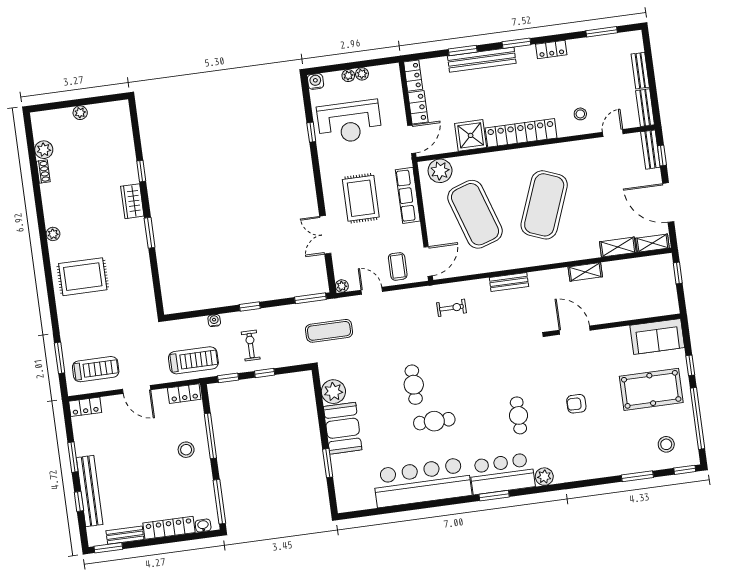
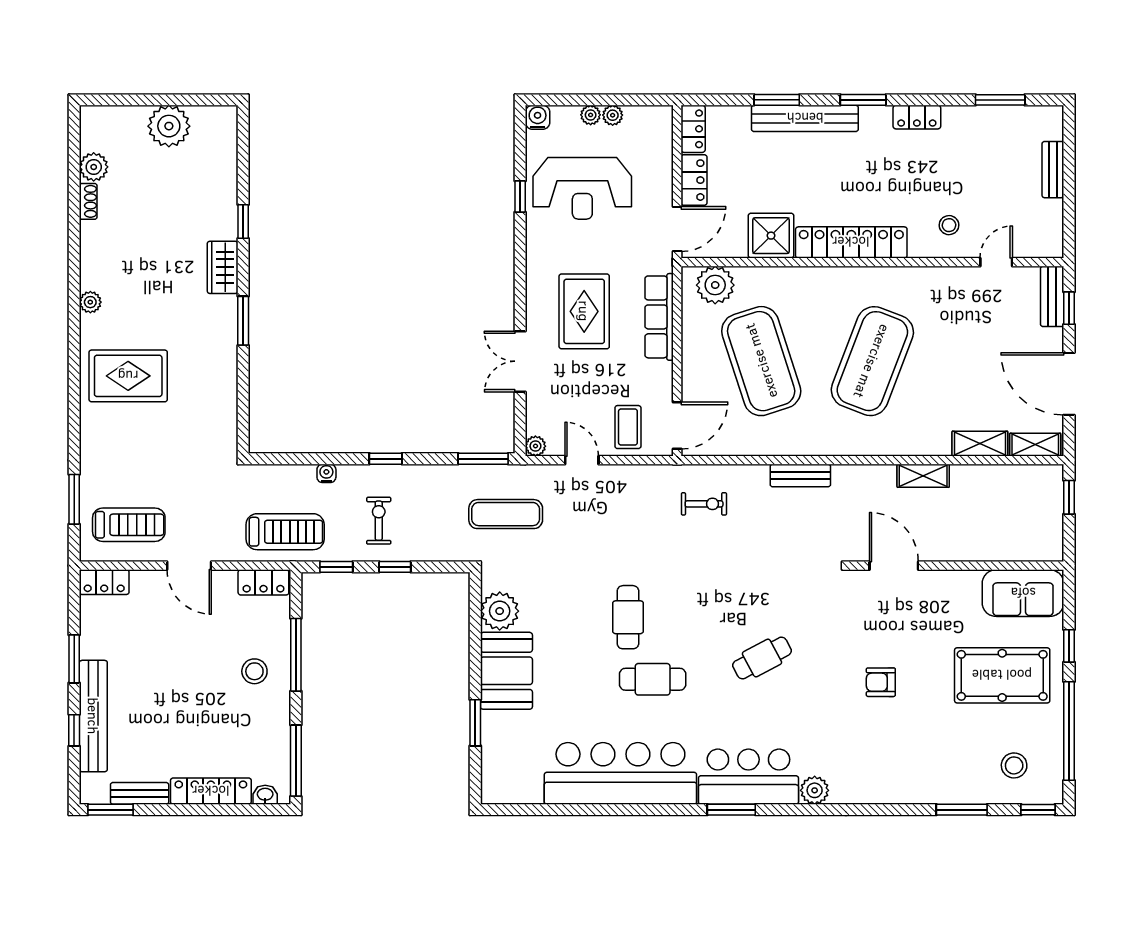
bench: (645, 108) -> (1053, 229), removed
plant: (80, 113) -> (169, 126), width x1.88, depth x1.88
cafe table: (518, 415) -> (762, 658), moved, turned 62

